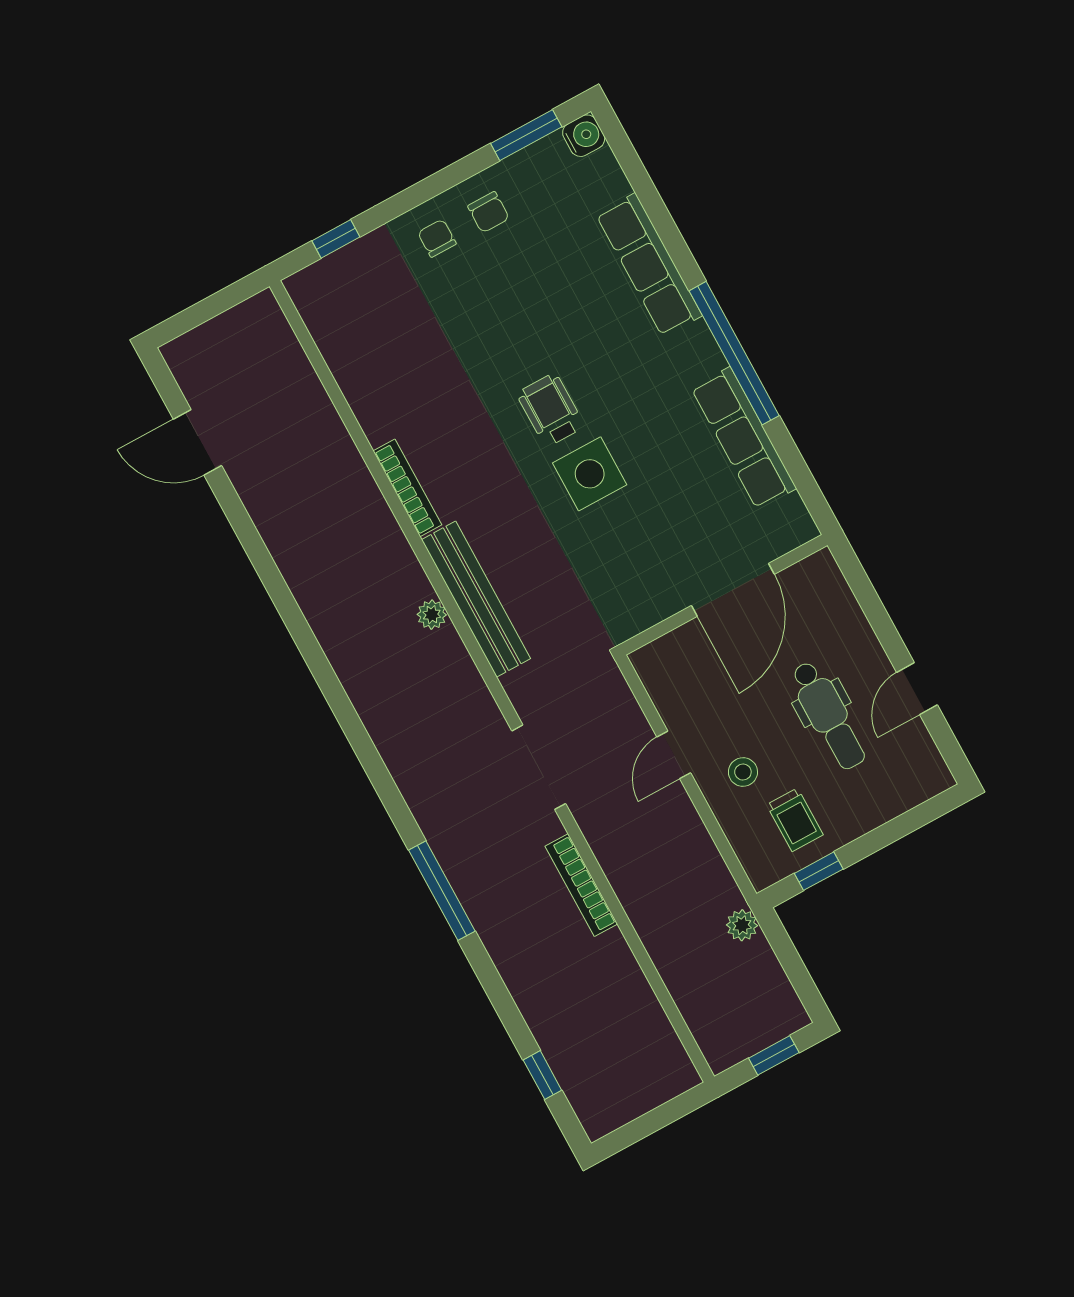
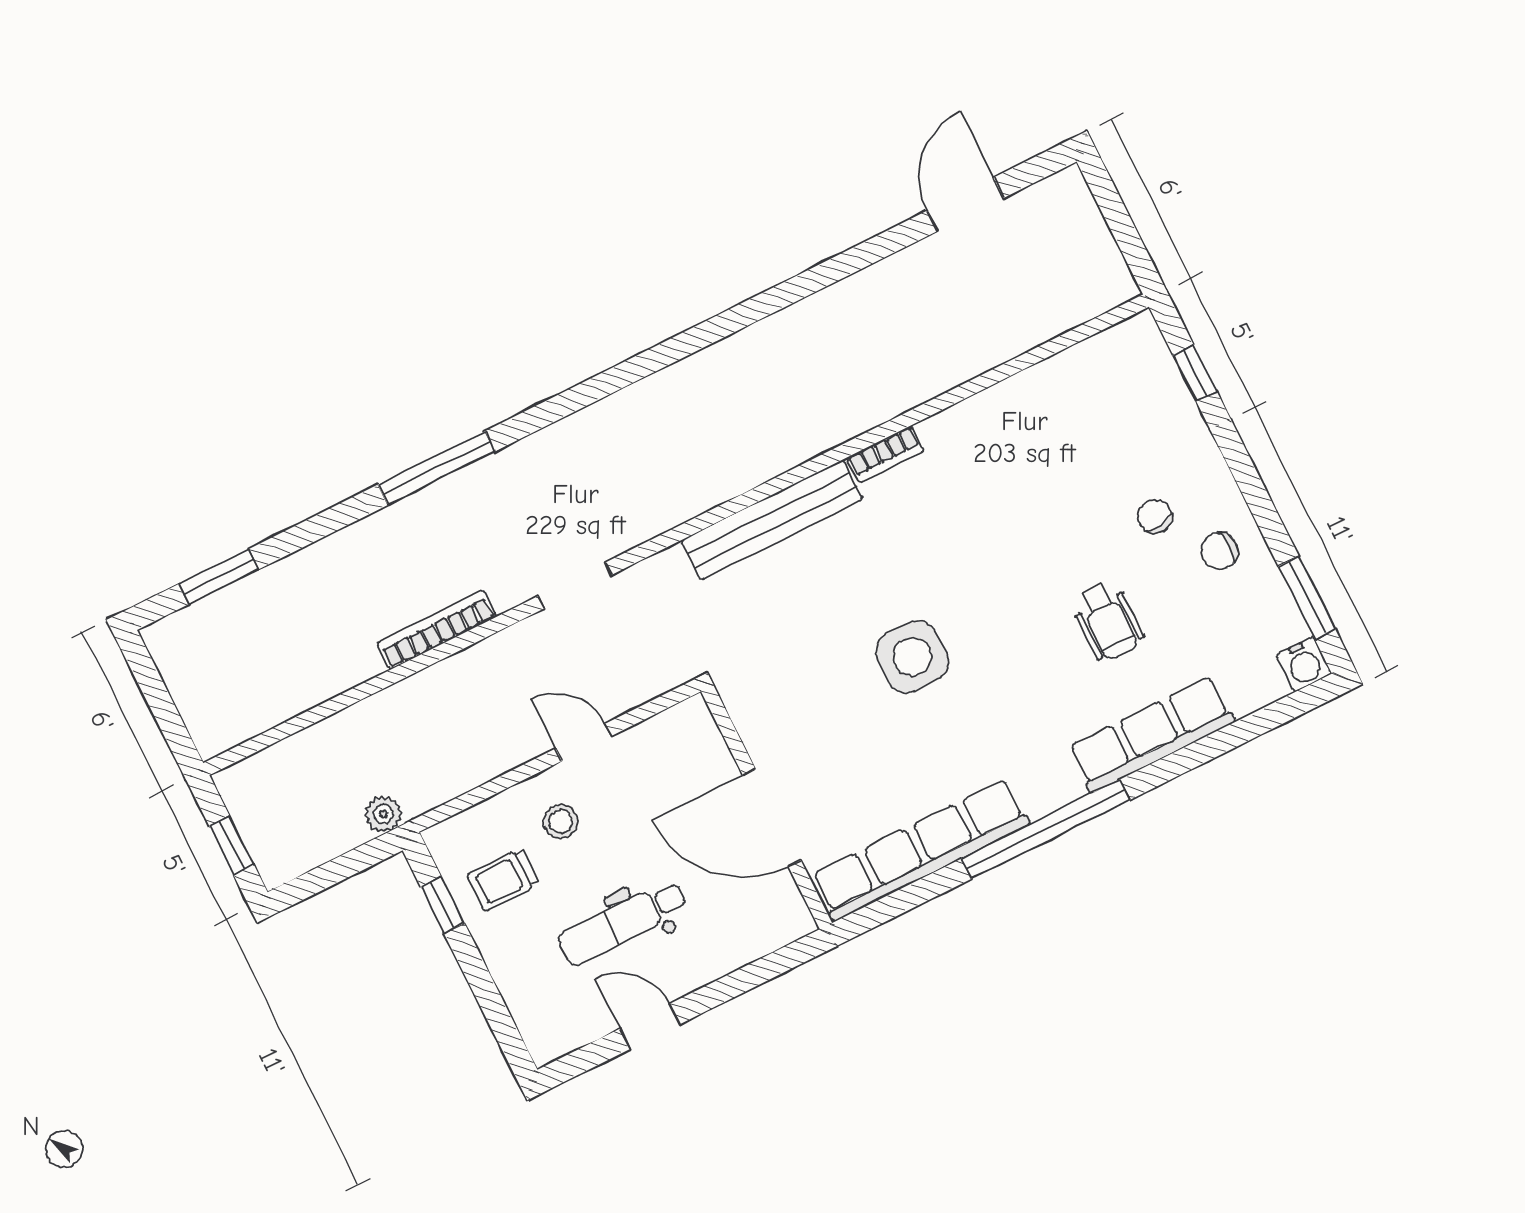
chair: (437, 238) -> (1155, 516), moved, turned -99
wheelchair: (551, 410) -> (1107, 621), moved, turned 90
row of seats: (744, 438) -> (920, 850), width x1.36
bookcase: (407, 488) -> (885, 454), width x0.64
plant: (432, 615) -> (756, 468), removed
doorway: (539, 767) -> (575, 585), width x0.73
window: (542, 1075) -> (218, 577), width x1.50

